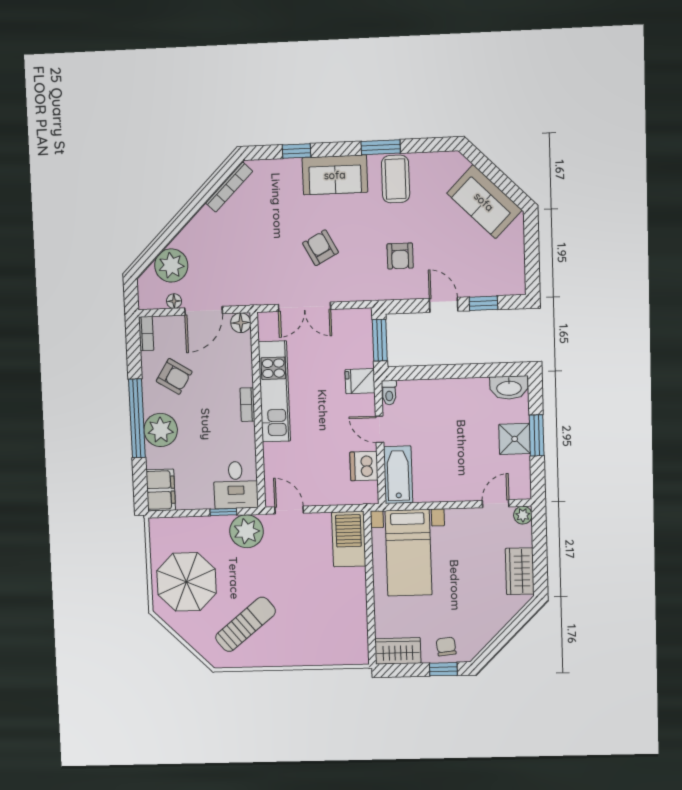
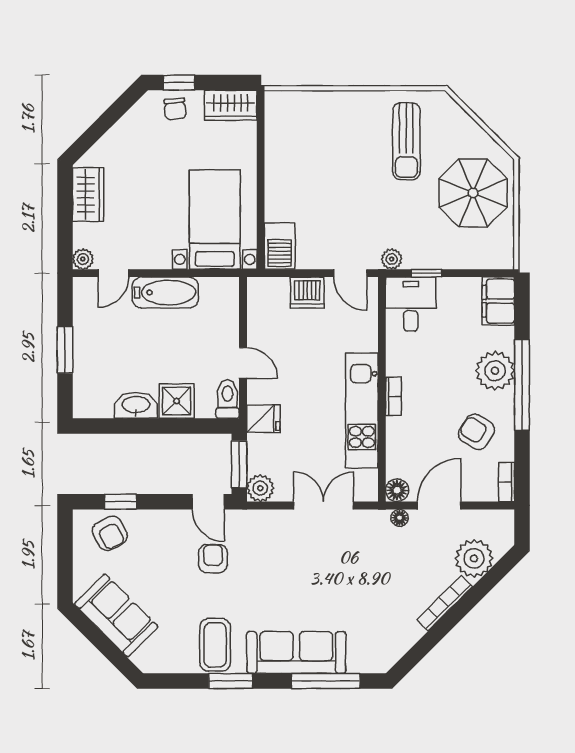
window: (296, 151) -> (326, 681), width x2.17
sofa: (335, 175) -> (296, 652), width x1.36
bookcase: (229, 187) -> (445, 603), moved
armchair: (320, 248) -> (110, 533), moved
floor lamp: (174, 301) -> (400, 518), moved
door: (444, 305) -> (208, 502), moved
plant: (360, 320) -> (260, 488), added
washbasin: (509, 388) -> (136, 405), moved
toilet: (389, 393) -> (227, 399), width x1.37, depth x1.39
shower: (515, 439) -> (177, 401), moved
dishwasher: (364, 466) -> (307, 293), moved, turned 90
bathtub: (398, 475) -> (165, 293), moved, turned -90
plant: (247, 531) -> (392, 259), width x0.53, depth x0.53
barbecue: (349, 539) -> (280, 246), width x0.73, depth x0.83
sun lounger: (246, 624) -> (406, 141), turned -51

